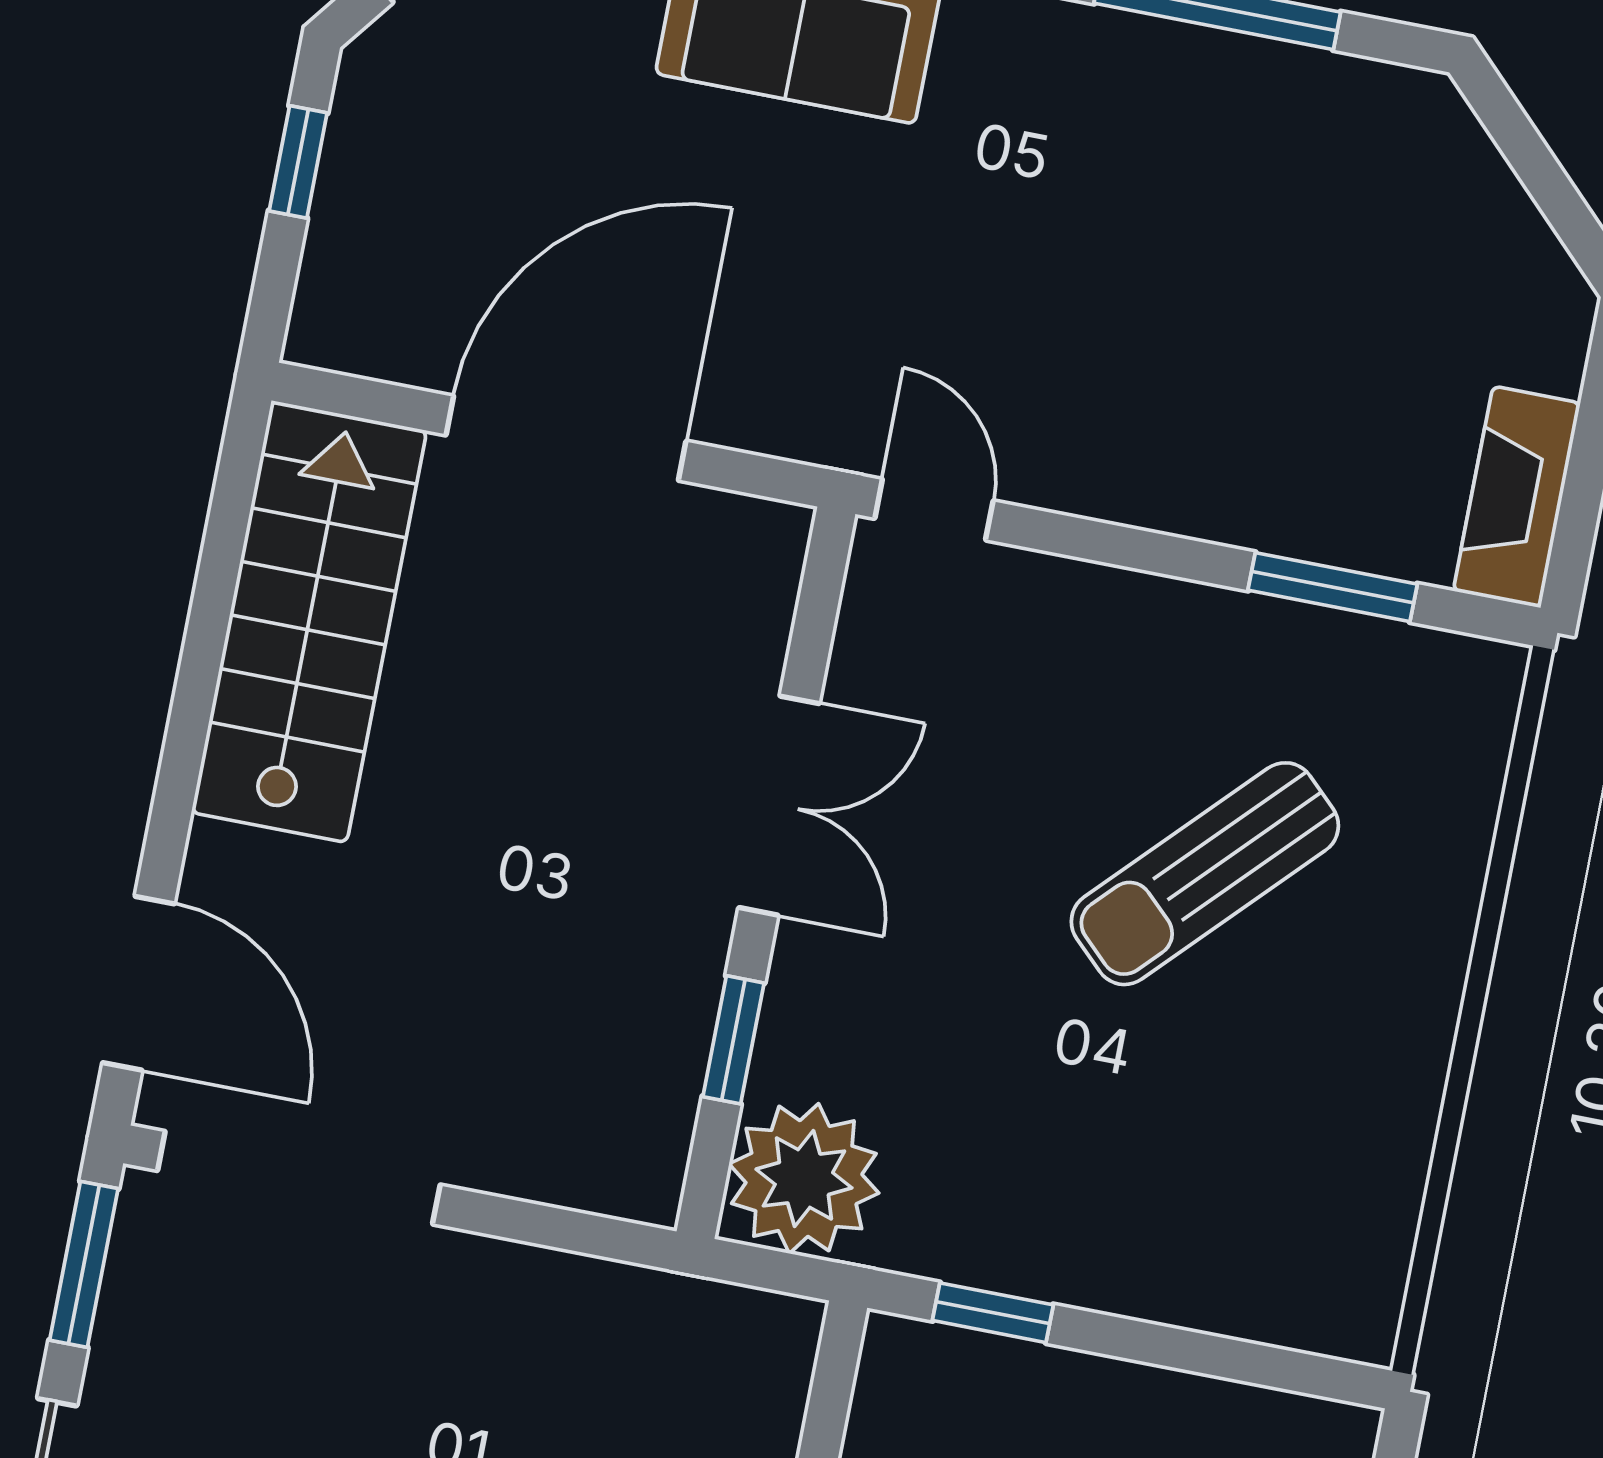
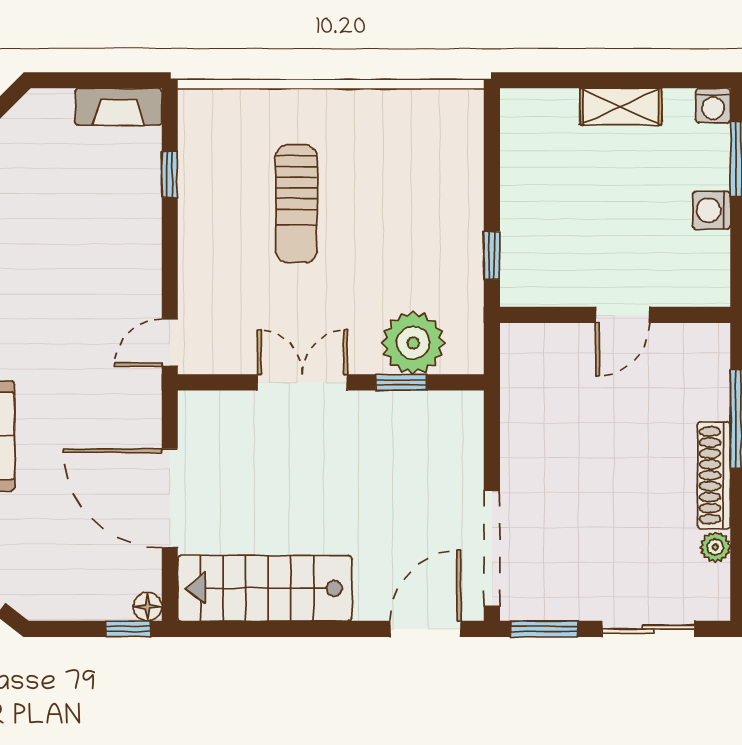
window: (298, 162) -> (128, 629), moved
floor lamp: (319, 335) -> (148, 607), added
window: (1333, 587) -> (170, 174), width x0.67
sun lounger: (1205, 874) -> (296, 204), turned 46
plant: (804, 1178) -> (413, 343), moved

